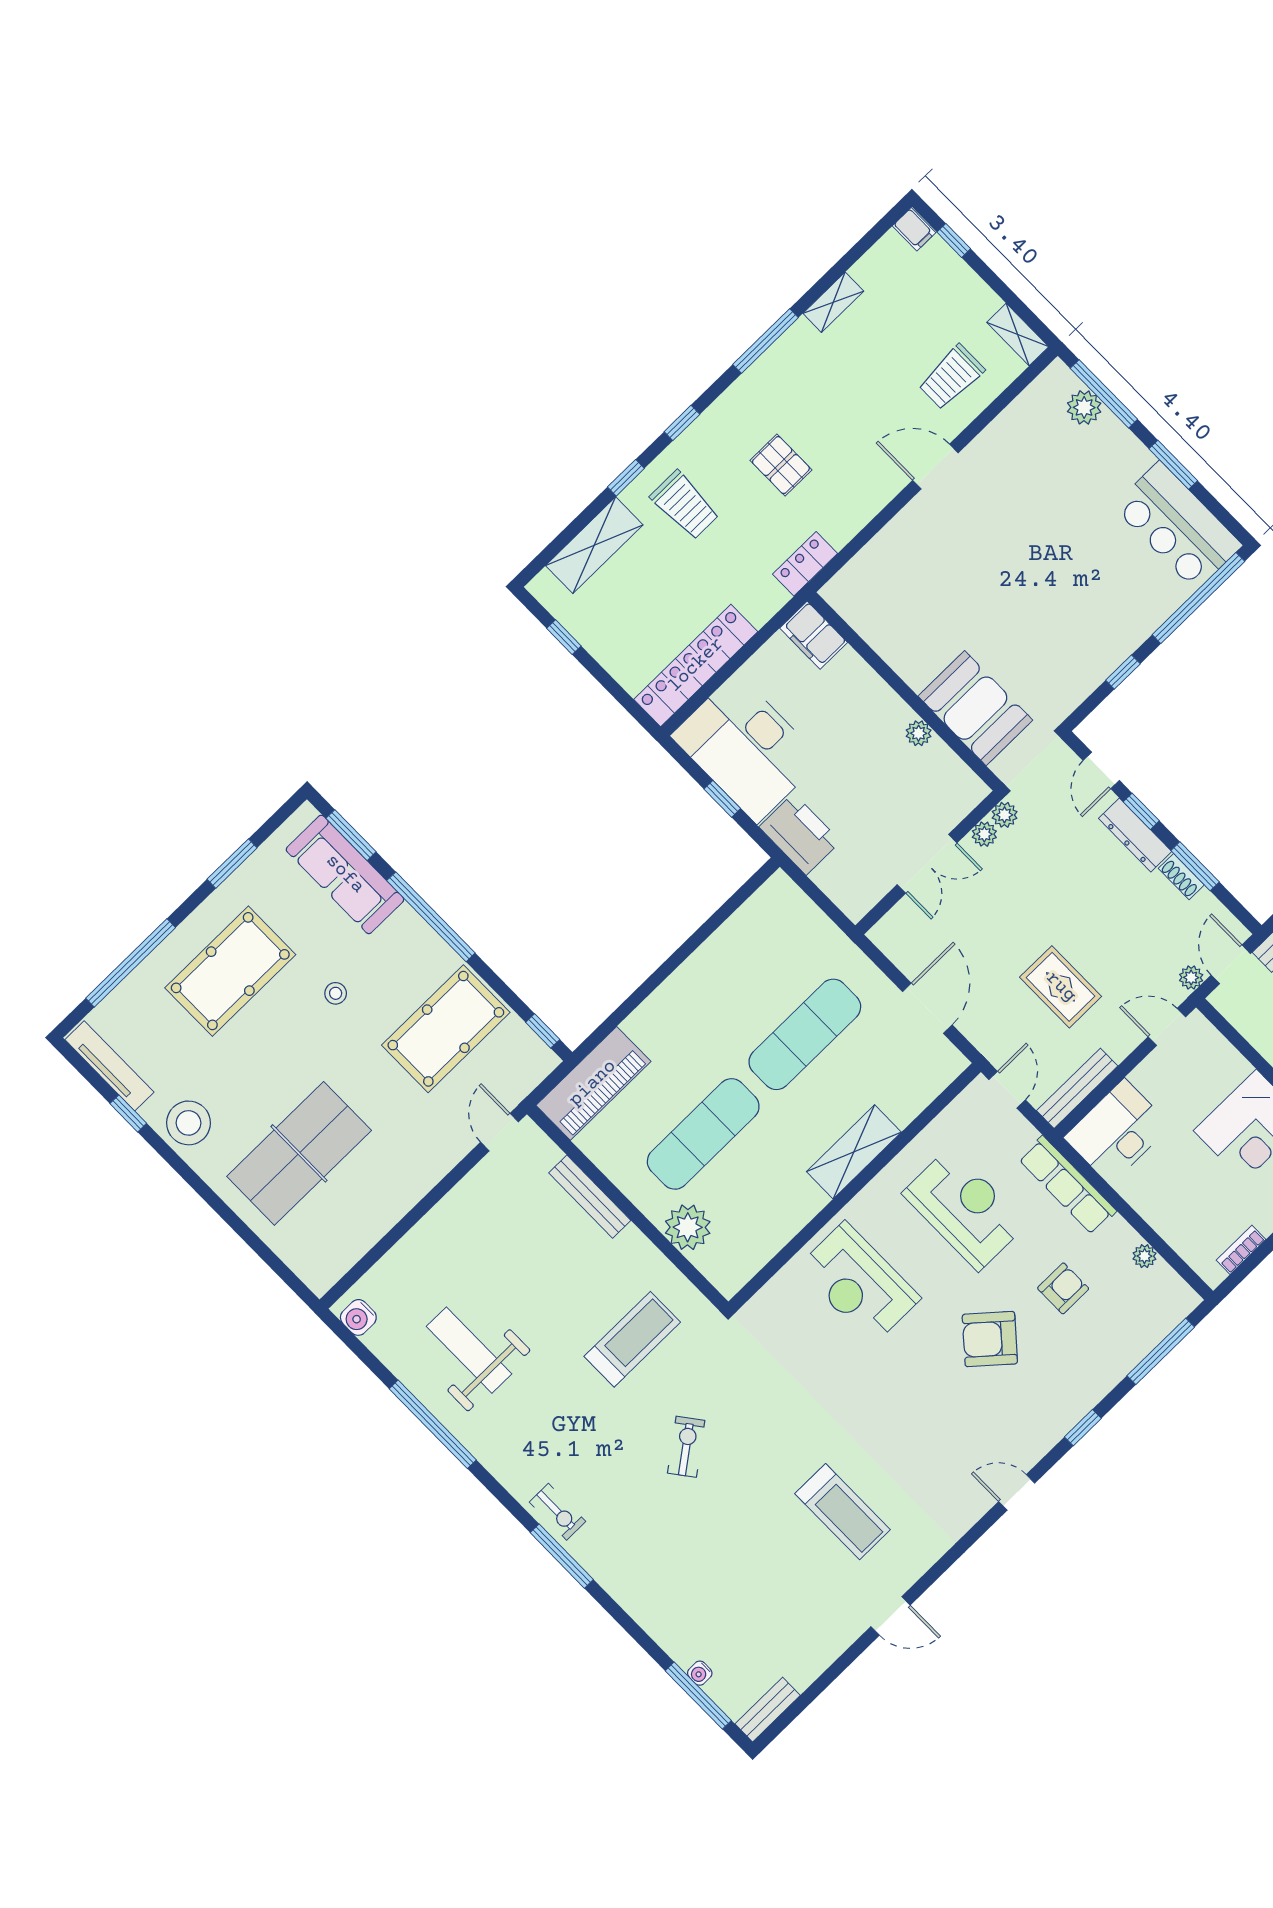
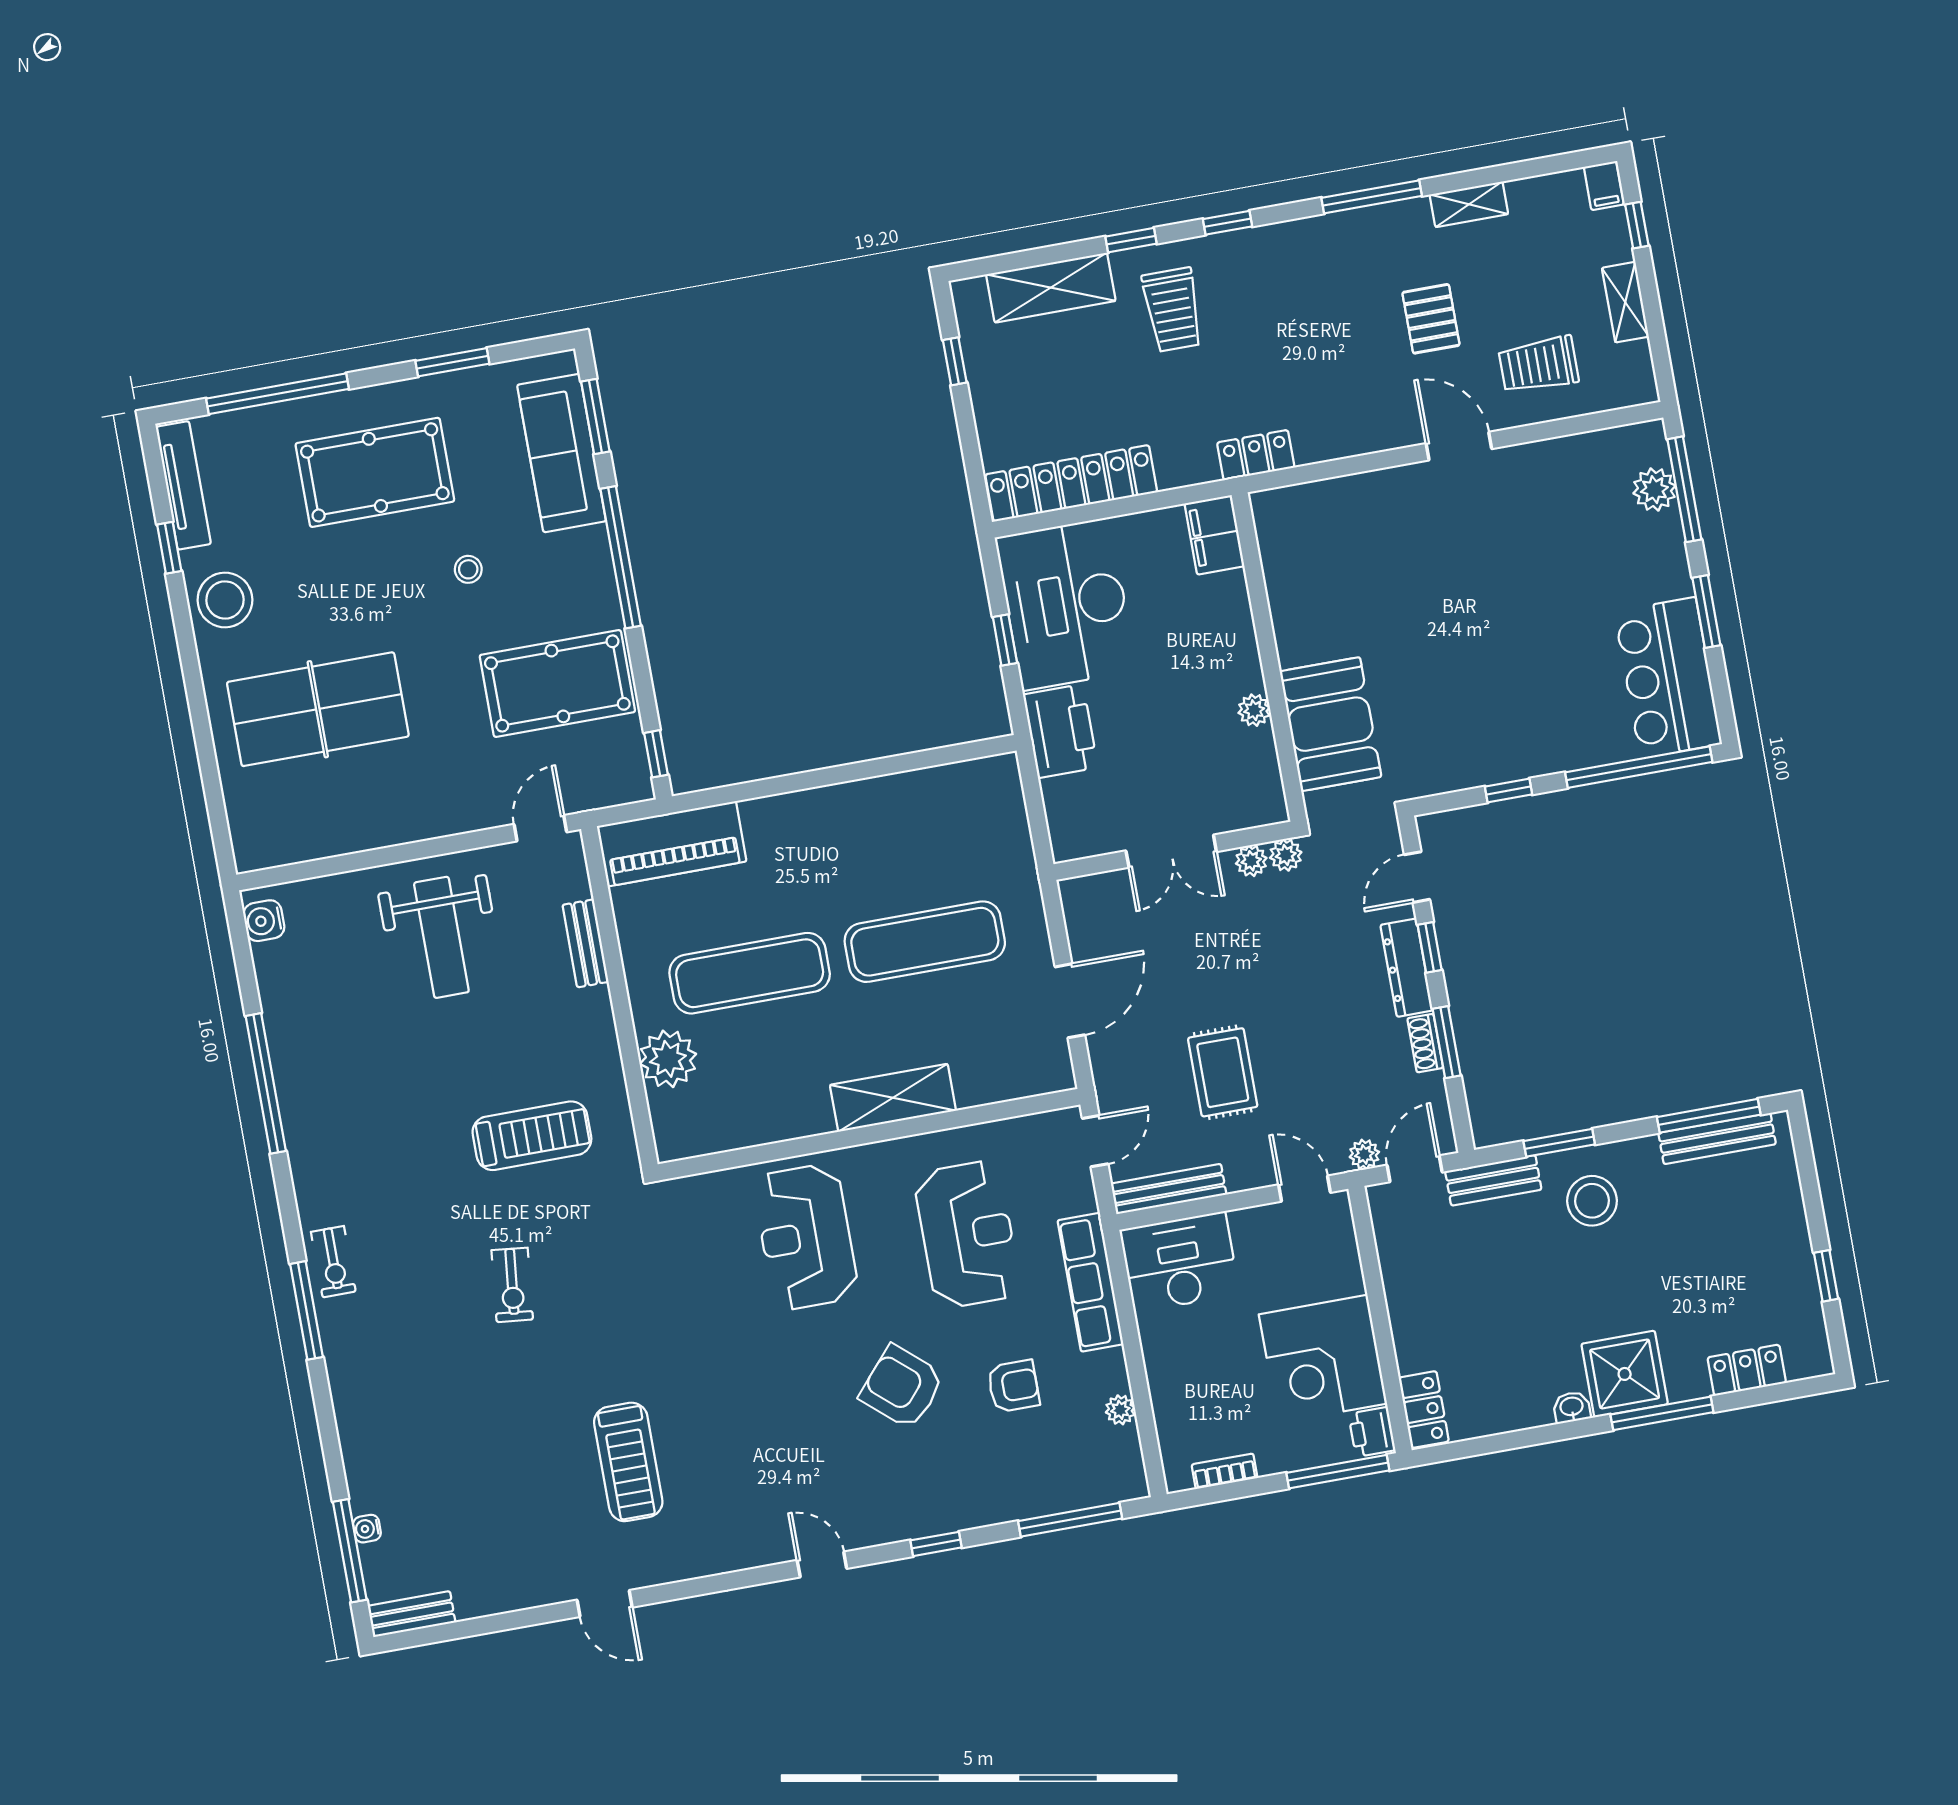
shelving: (1018, 334) -> (1625, 302), moved
pallet: (781, 465) -> (1431, 319), moved
bench: (590, 1197) -> (586, 943), width x0.73
weight bench: (469, 1350) -> (441, 937), moved, turned 180
exercise bike: (686, 1447) -> (512, 1285), turned 133

